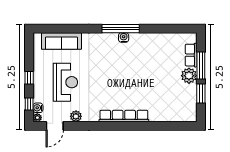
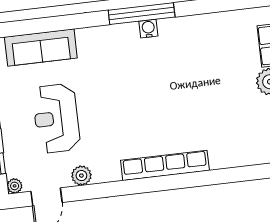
reception desk: (65, 82) -> (56, 118), turned 180
water cooler: (38, 108) -> (14, 169), removed

